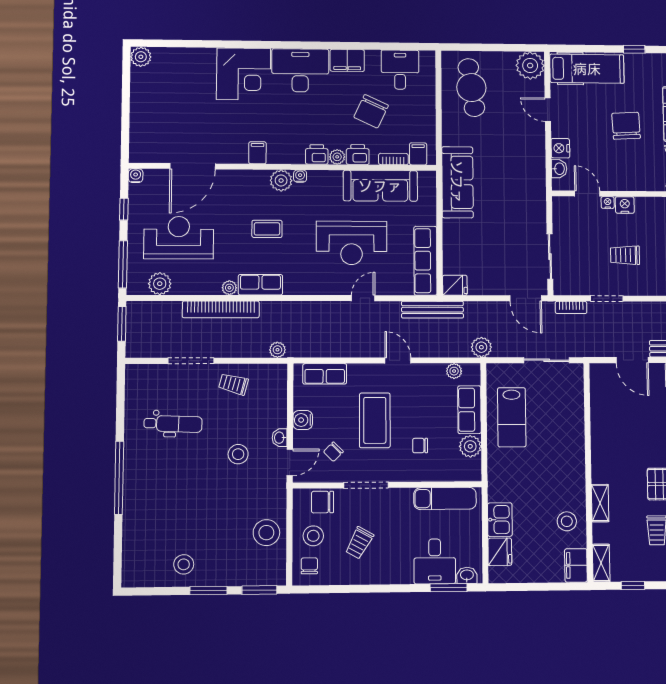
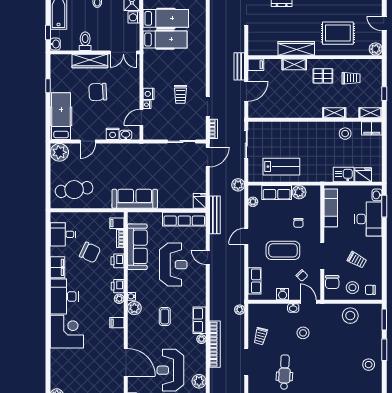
plant: (337, 157) -> (119, 299), moved
desk: (435, 561) -> (368, 219), width x1.37

